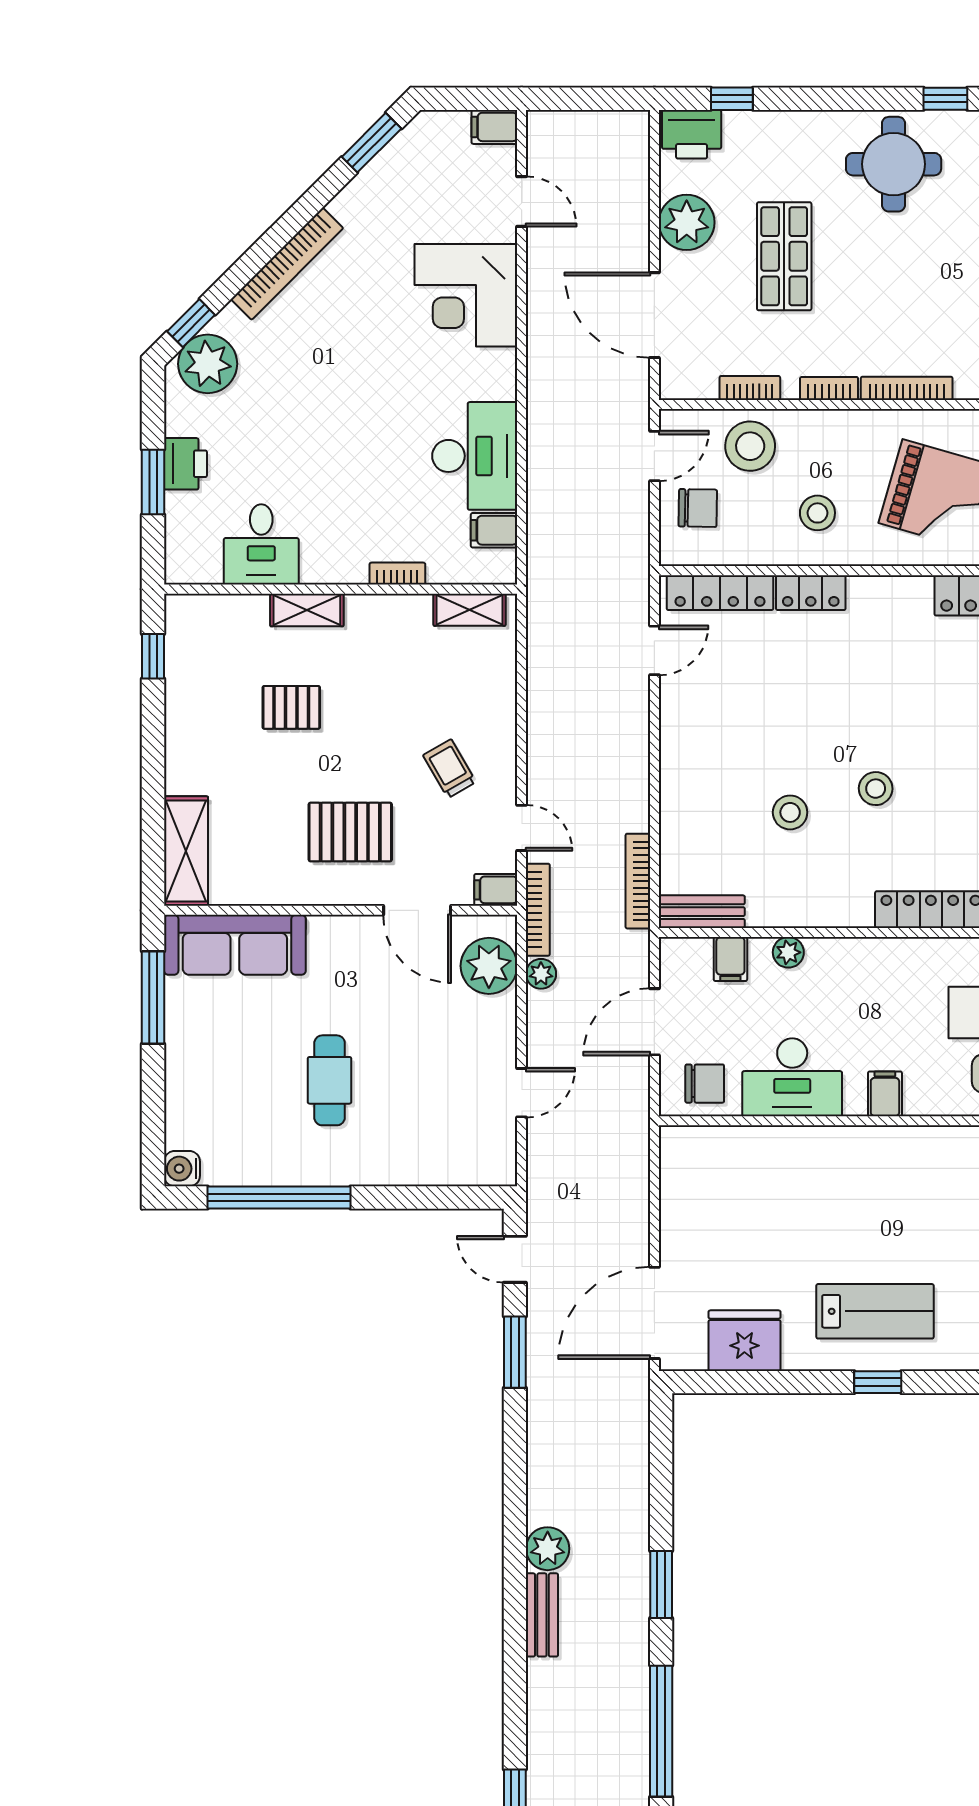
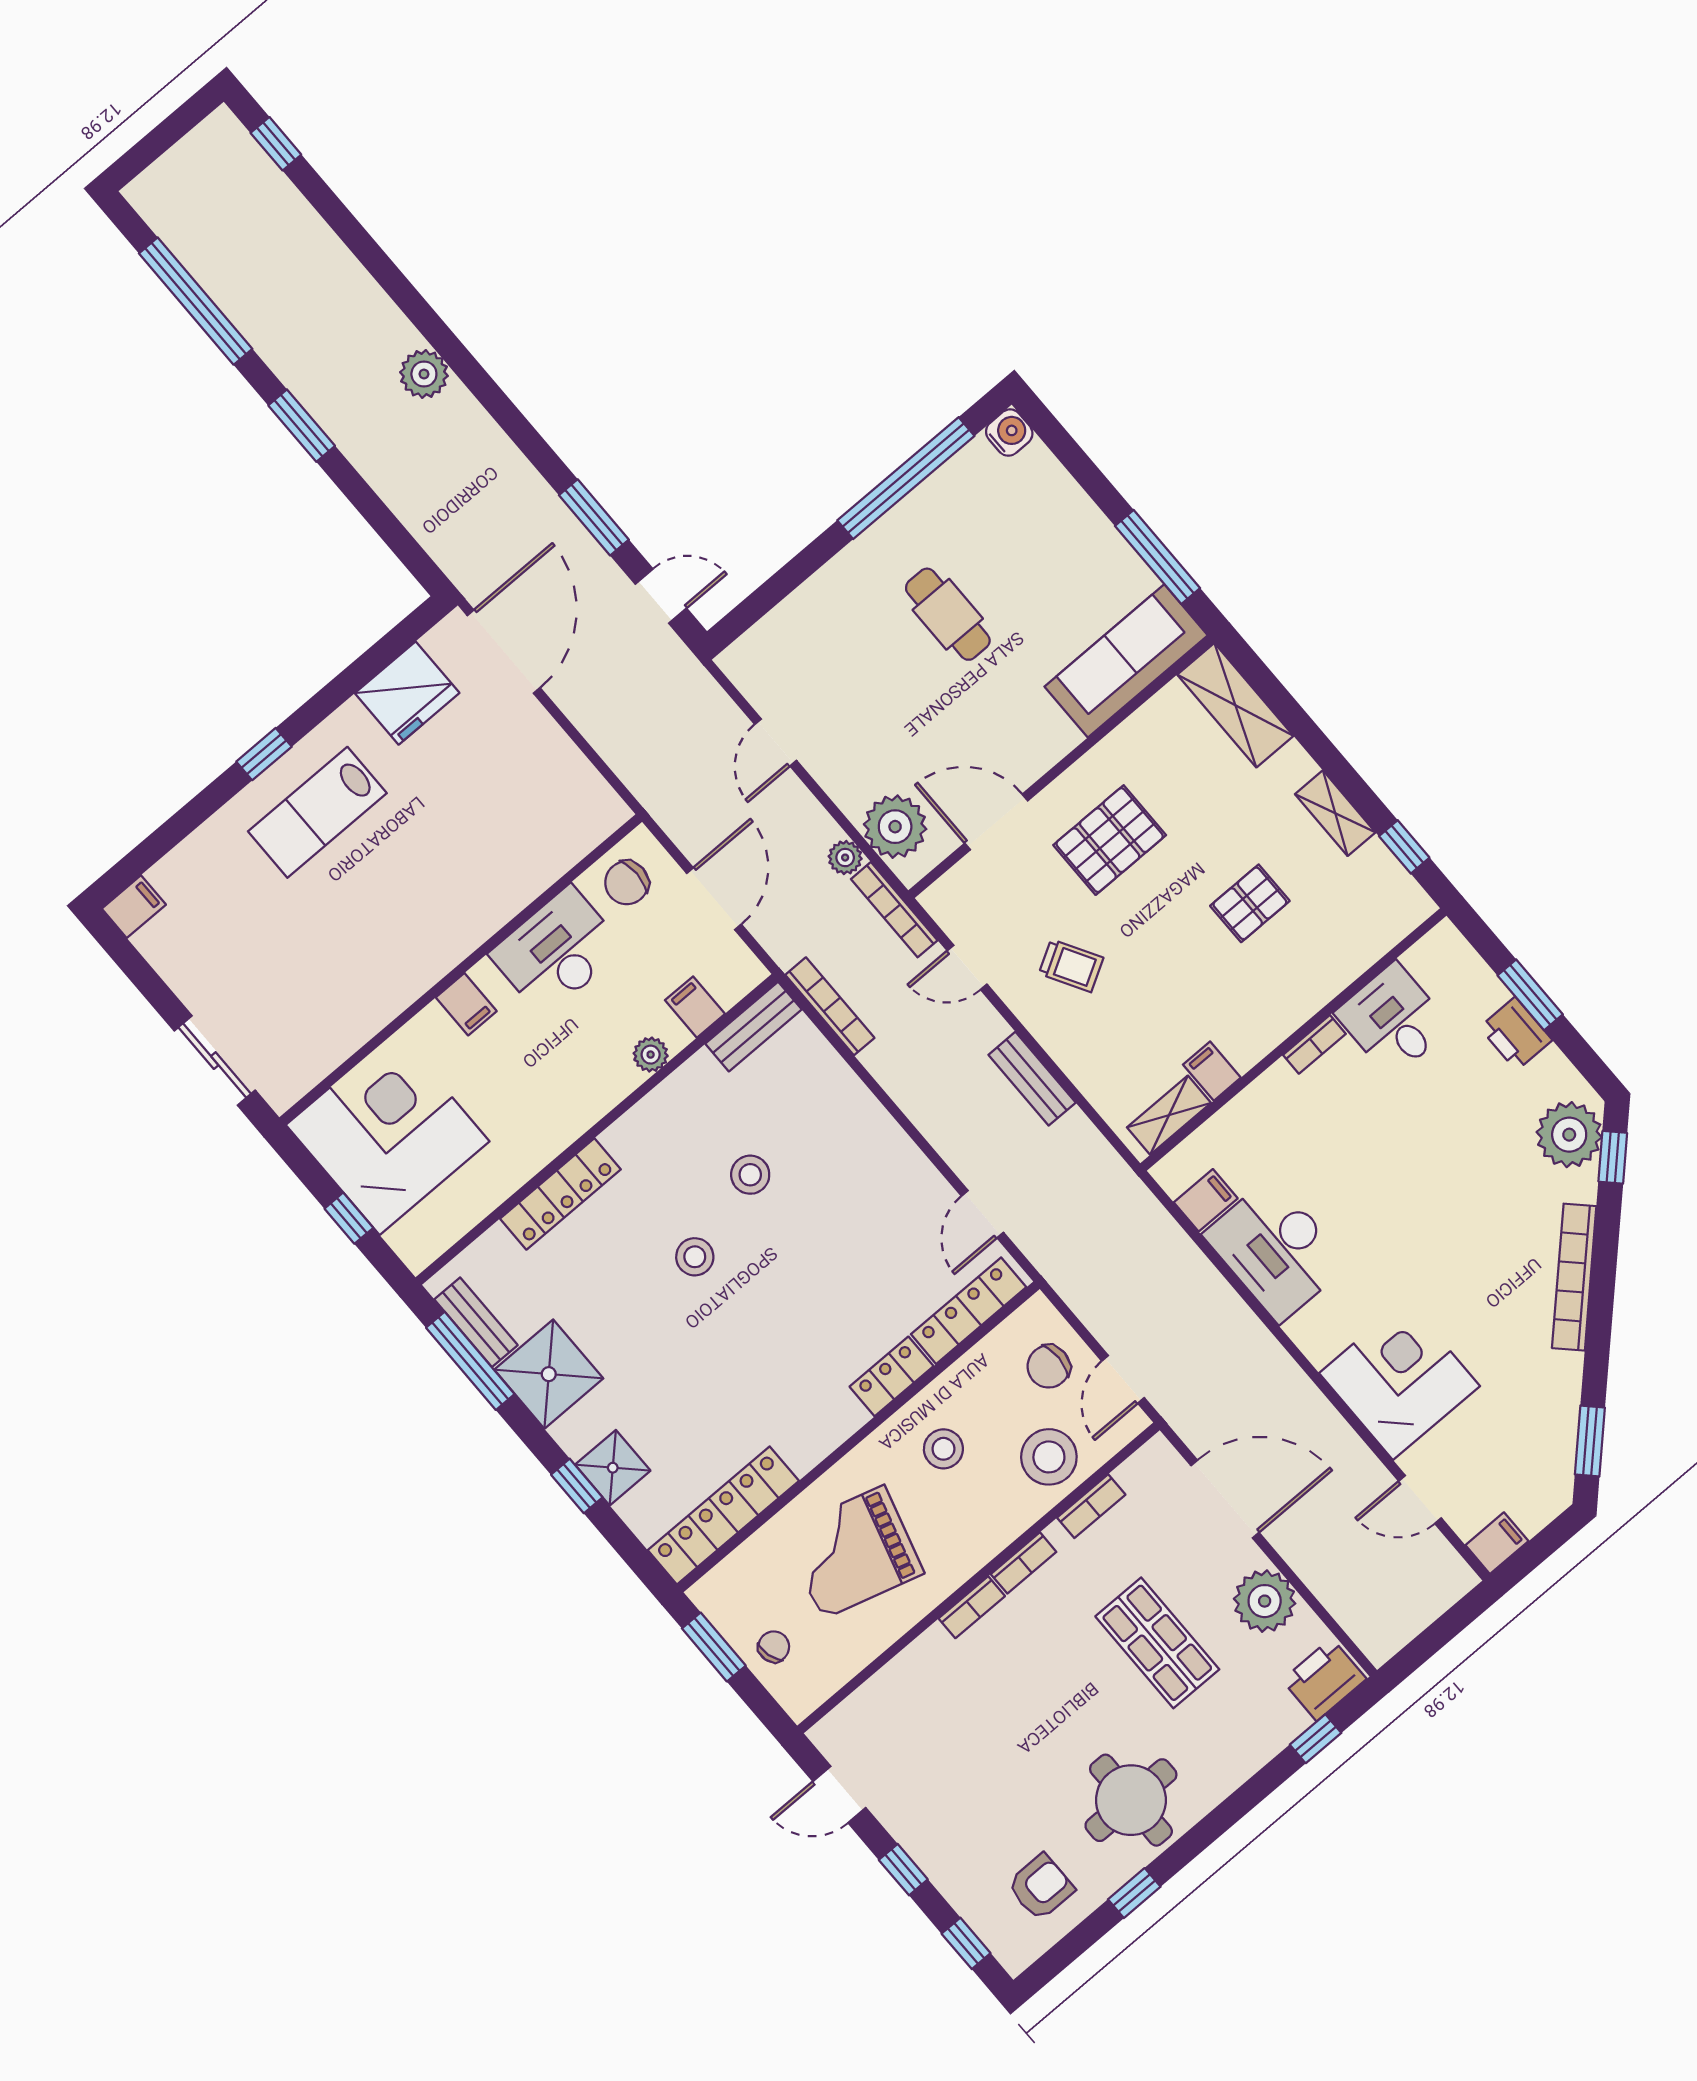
bookcase: (907, 388) -> (972, 1607), width x0.64
bookcase: (397, 574) -> (1314, 1044), moved
shelving: (307, 610) -> (1335, 813), moved, turned 90
filing cabinet: (496, 890) -> (1212, 1071), moved, turned -90
bench: (542, 1615) -> (1032, 1079), moved

